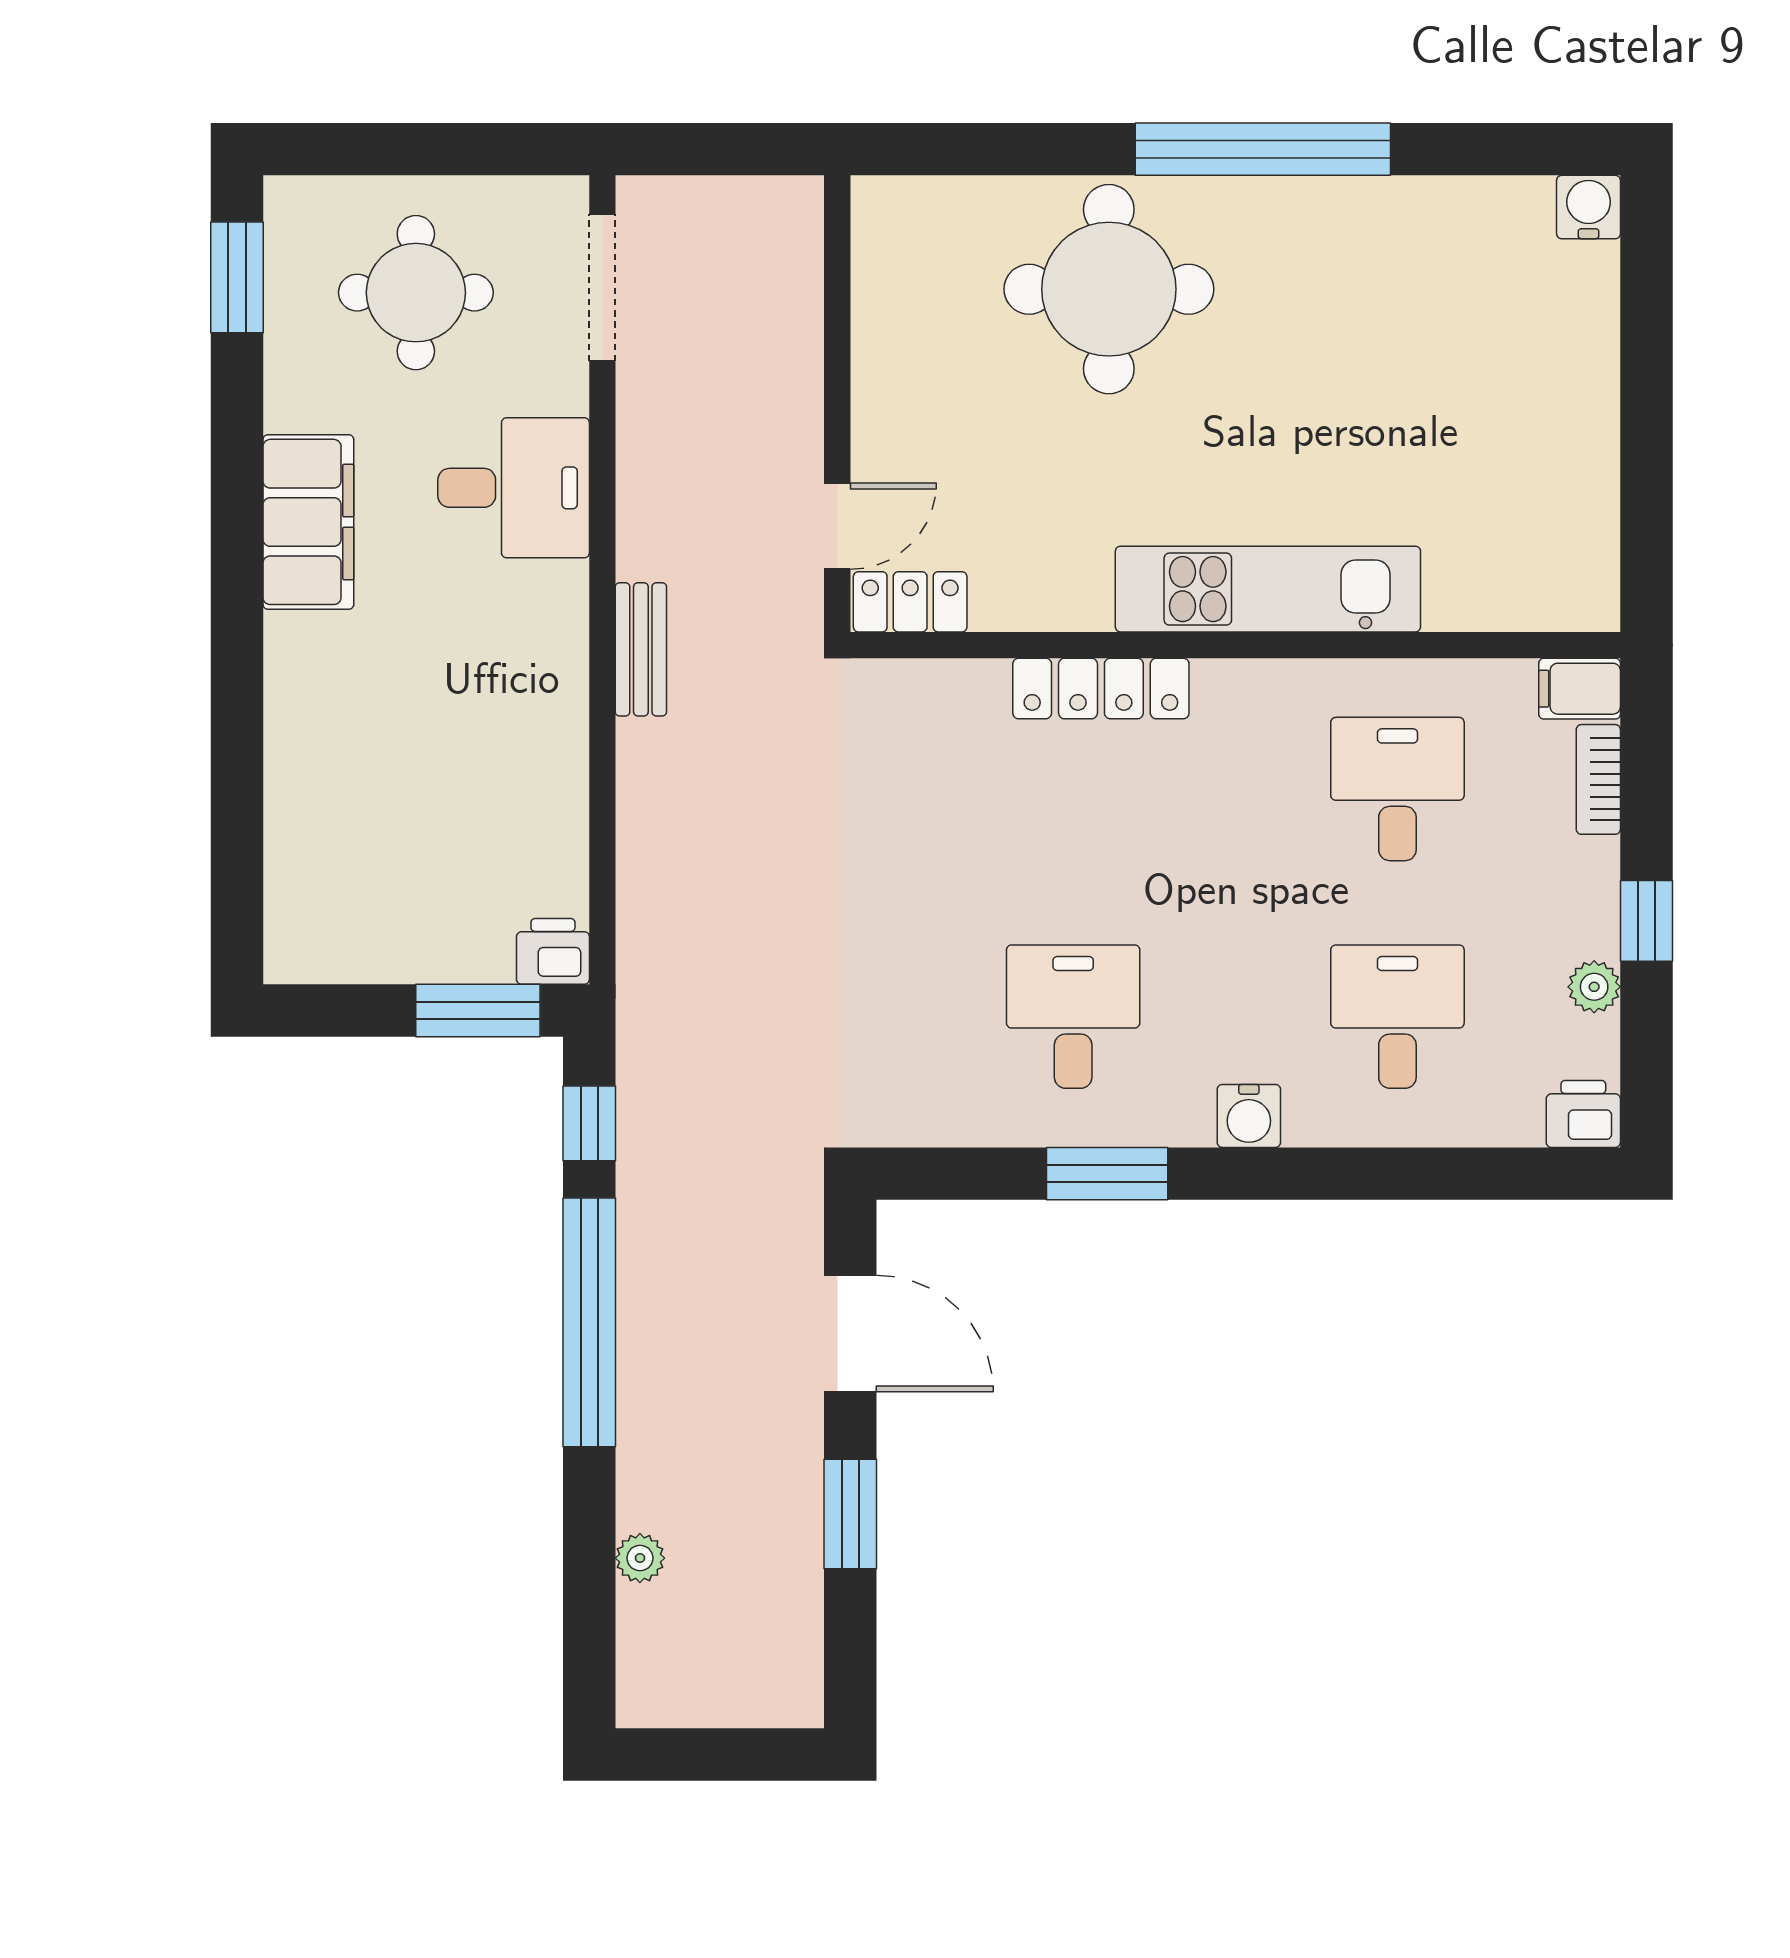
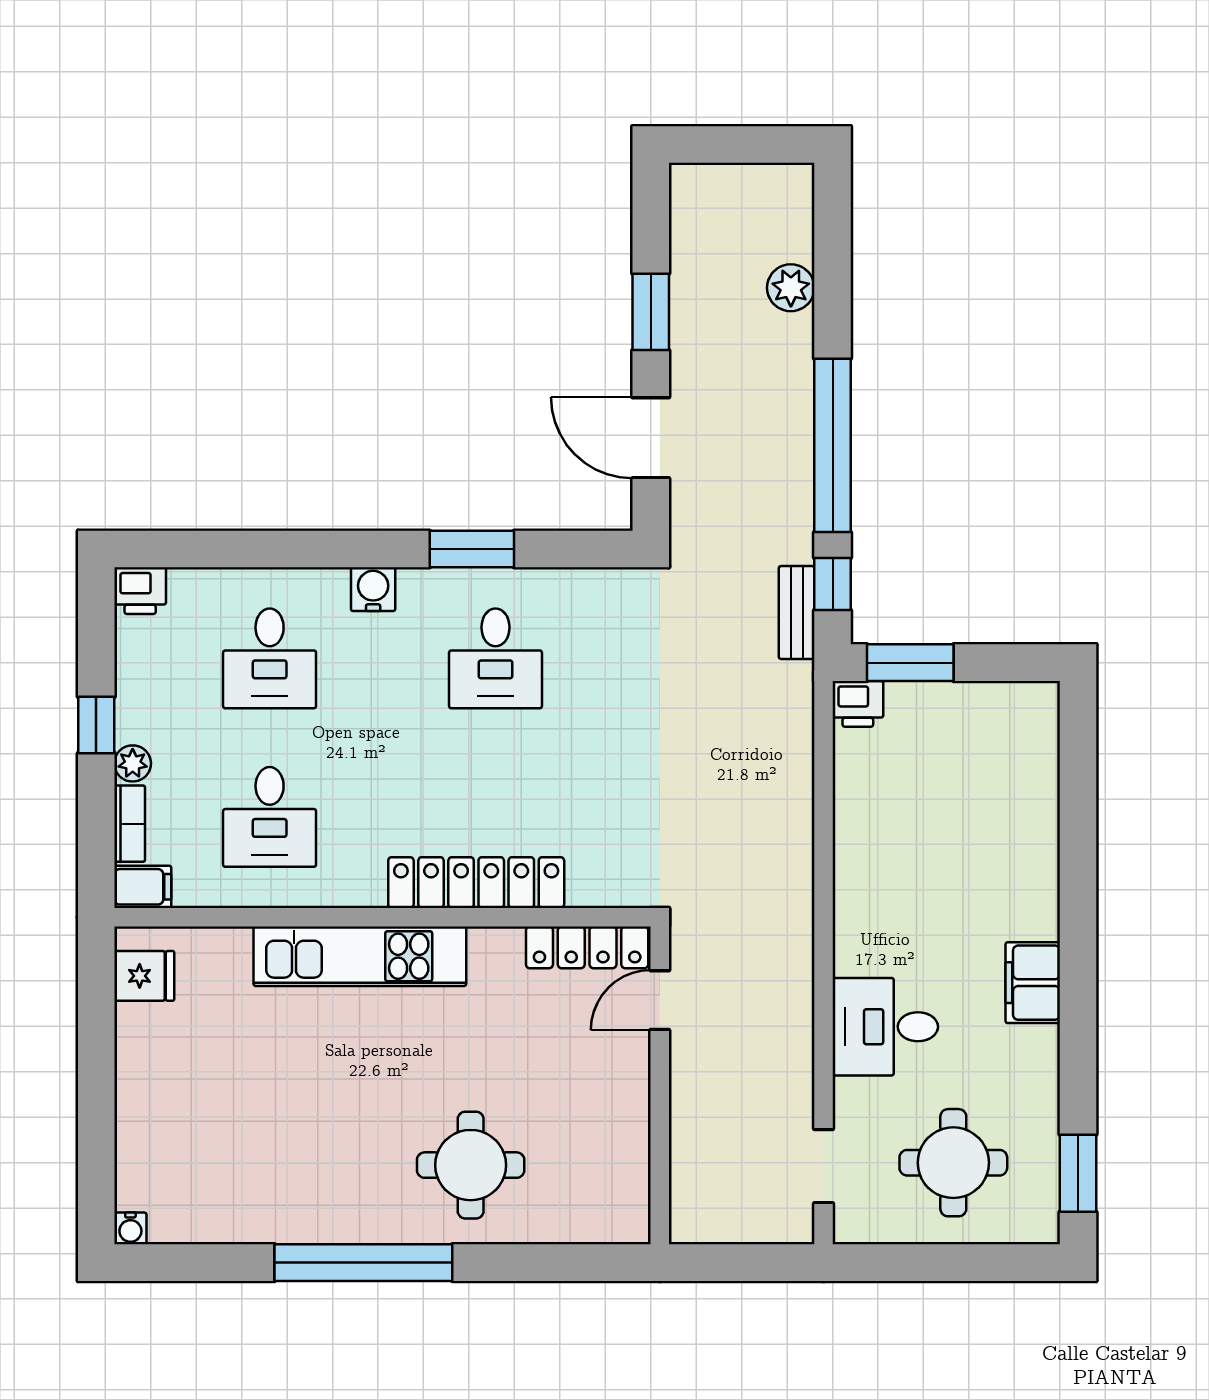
water cooler: (1589, 207) -> (130, 1228), width x0.72, depth x0.72
doorway: (602, 288) -> (823, 1166), width x0.73
round table: (1109, 289) -> (471, 1165), width x0.73, depth x0.73
filing cabinet: (308, 522) -> (1033, 983), width x0.67, depth x0.86
fridge: (1577, 561) -> (144, 976), added
locker: (910, 602) -> (587, 947), width x1.53
bench: (641, 649) -> (797, 613), moved
locker: (1101, 688) -> (476, 883), width x1.41, depth x1.21
plant: (1594, 987) -> (133, 763), moved
plant: (640, 1558) -> (791, 288), width x1.38, depth x1.38

